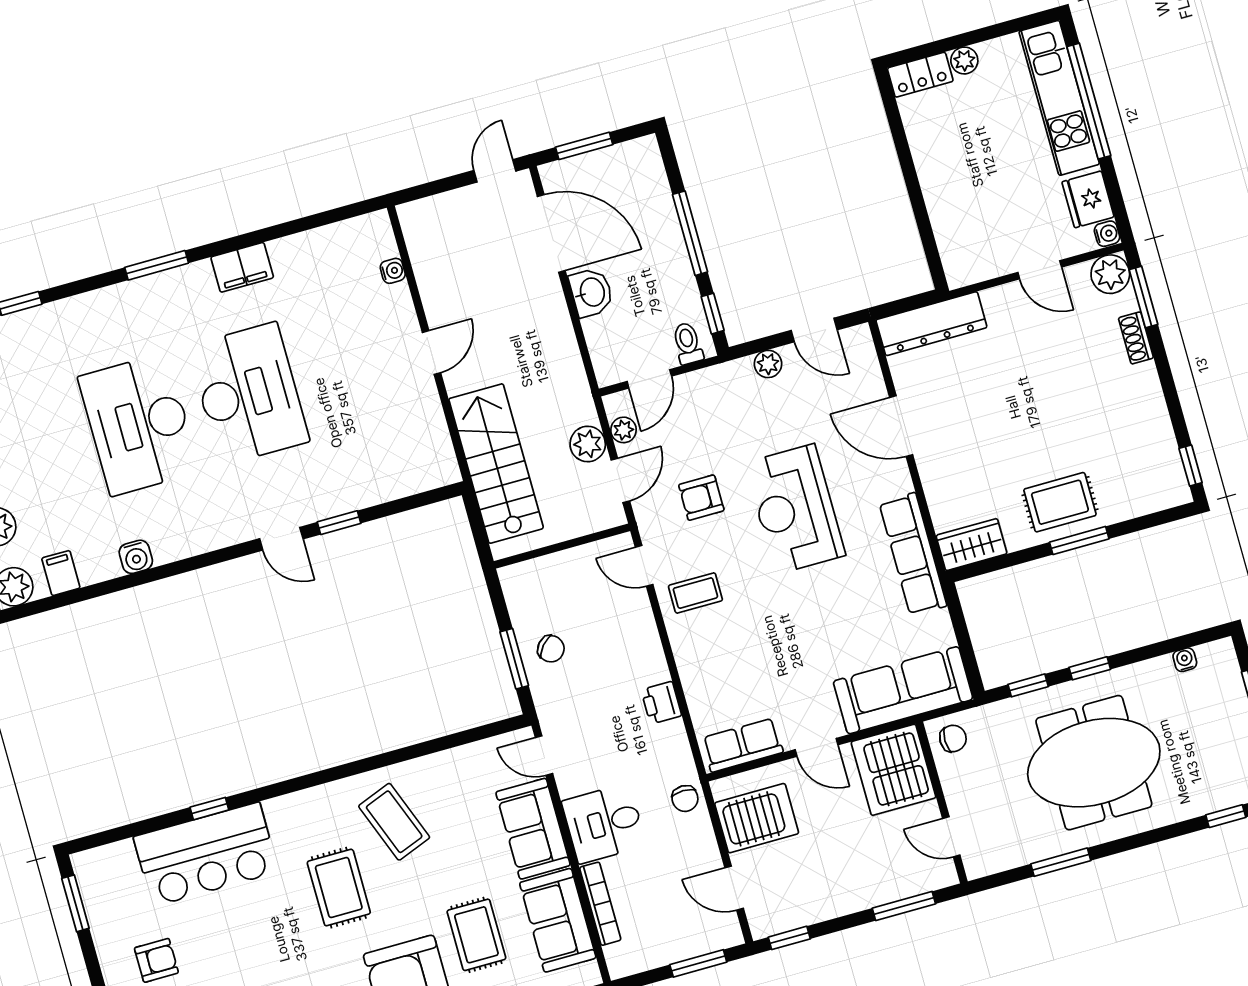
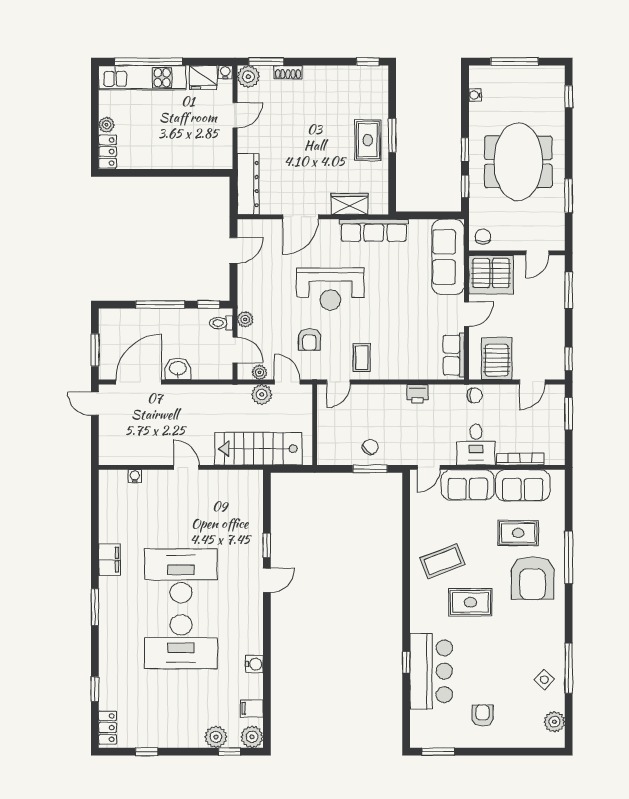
plant: (768, 364) -> (245, 319), moved
wardrobe: (971, 545) -> (350, 204), moved, turned 90

